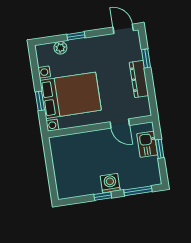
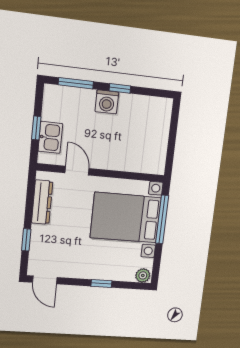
plant: (60, 48) -> (143, 275), moved
dresser: (139, 79) -> (42, 202), moved
window: (40, 101) -> (162, 219), width x2.17

